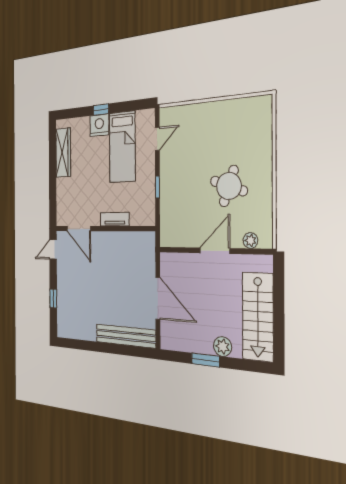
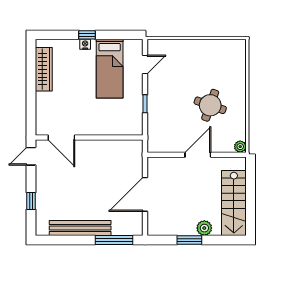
nightstand: (99, 125) -> (85, 44), width x0.53, depth x0.56
tv unit: (115, 219) -> (101, 129), removed
plant: (250, 240) -> (240, 147), moved
door: (158, 298) -> (145, 194), swing flipped
bench: (125, 336) -> (80, 228), moved
window: (127, 350) -> (114, 240), added

